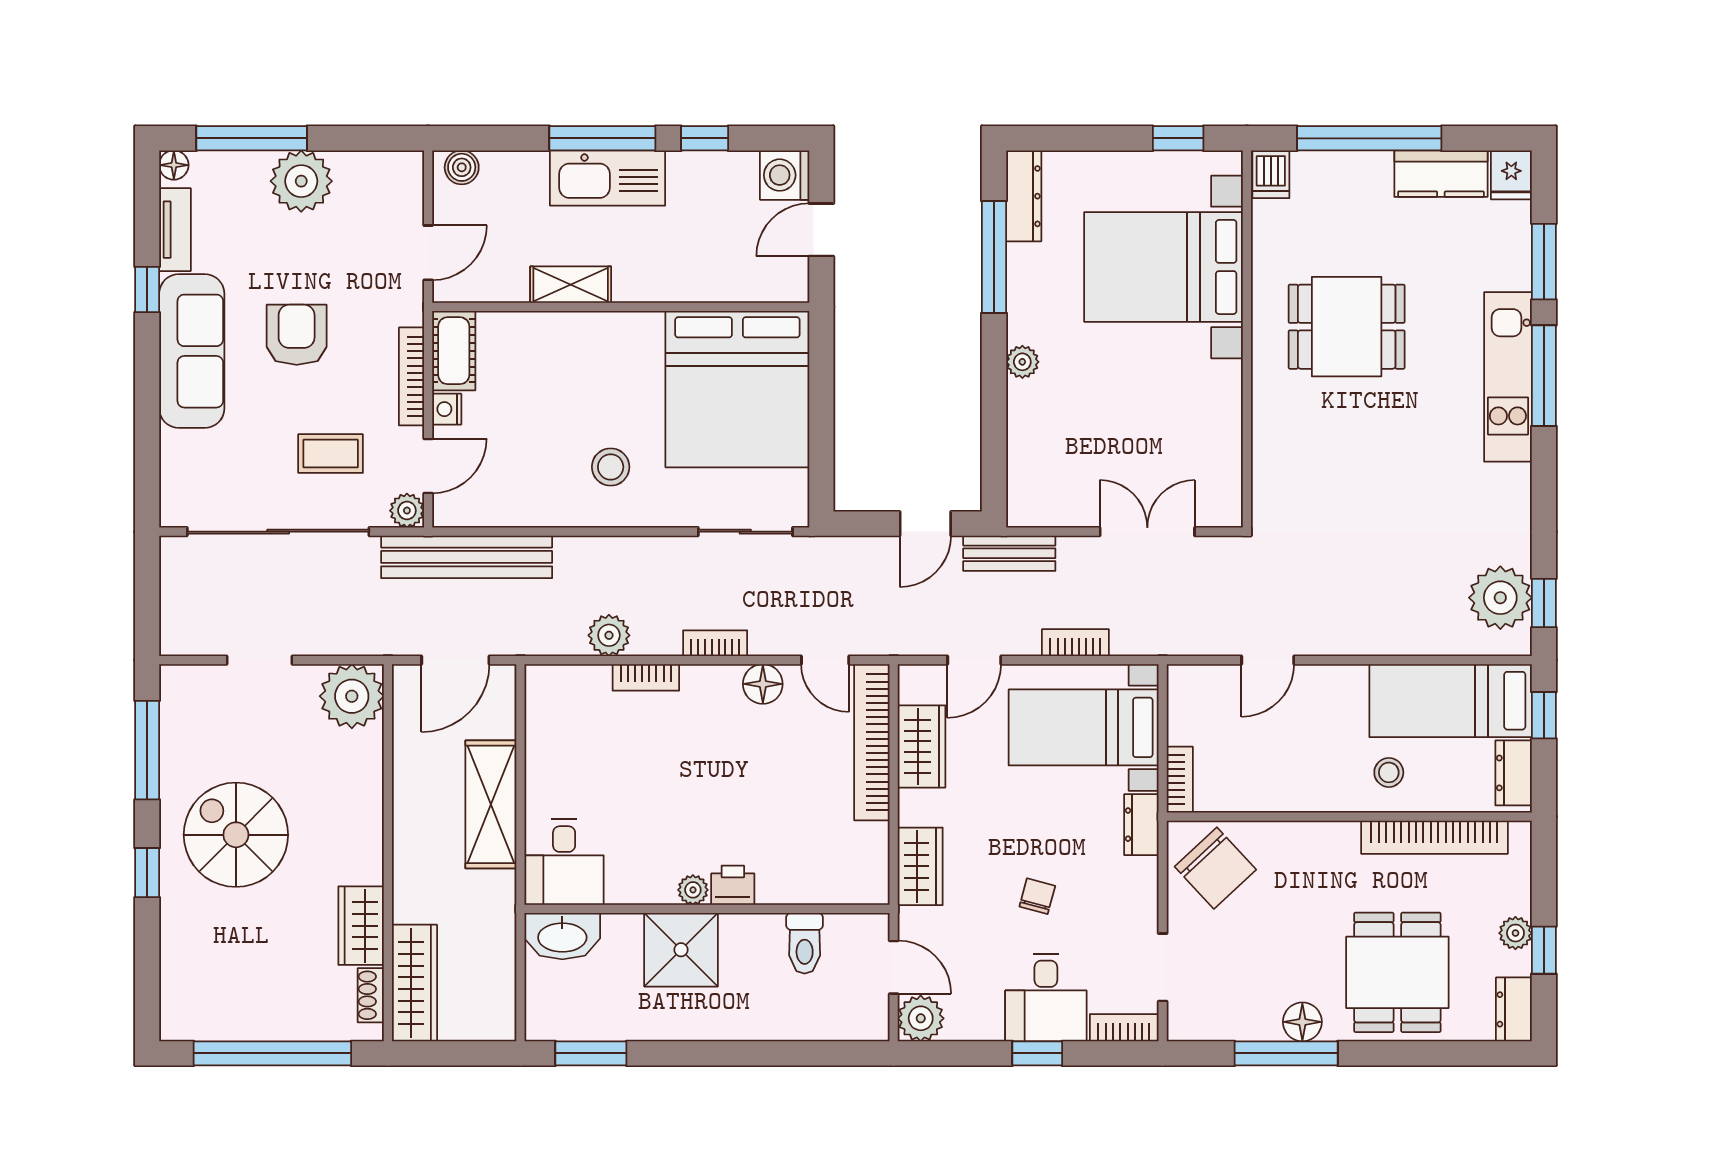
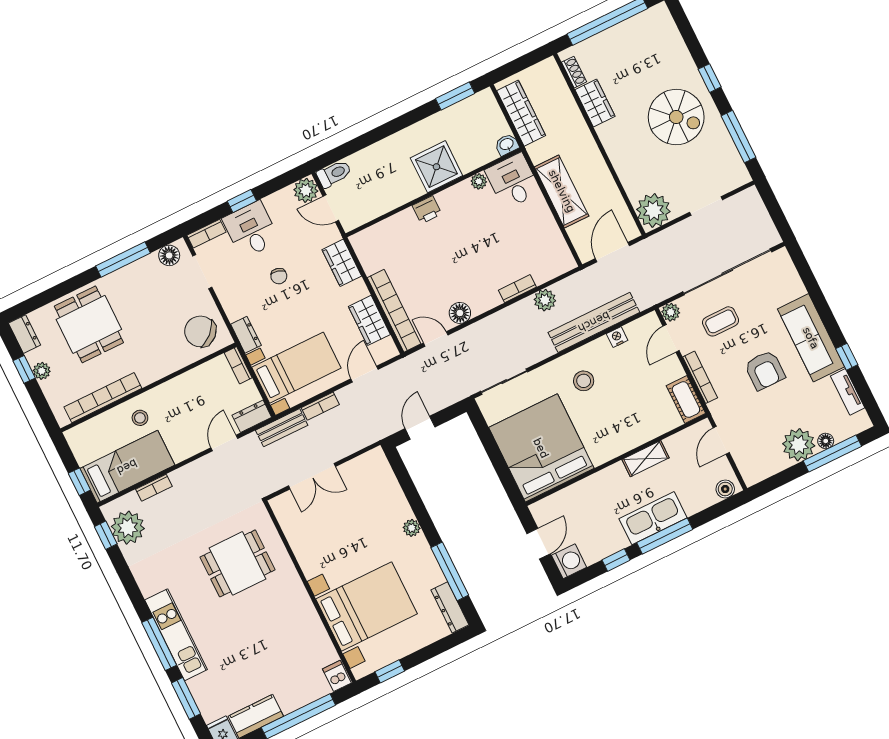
floor lamp: (174, 165) -> (826, 441), moved
dining table: (1347, 327) -> (238, 563), moved
nightstand: (447, 409) -> (617, 337), moved, turned -90
bench: (1009, 553) -> (282, 428), moved
bench: (467, 557) -> (594, 322), moved
bookcase: (715, 643) -> (154, 488), moved
dresser: (1514, 773) -> (252, 416), moved, turned -90
plant: (693, 890) -> (479, 181), moved
washbasin: (562, 936) -> (507, 145), width x0.52, depth x0.69
toilet: (805, 943) -> (334, 174), moved, turned 90
wardrobe: (415, 983) -> (521, 113), moved, turned 180
floor lamp: (1302, 1022) -> (169, 255), moved

